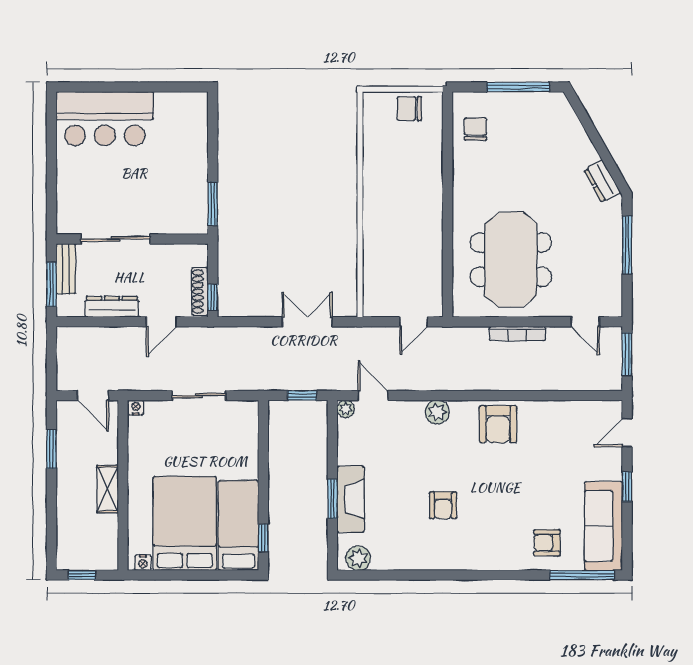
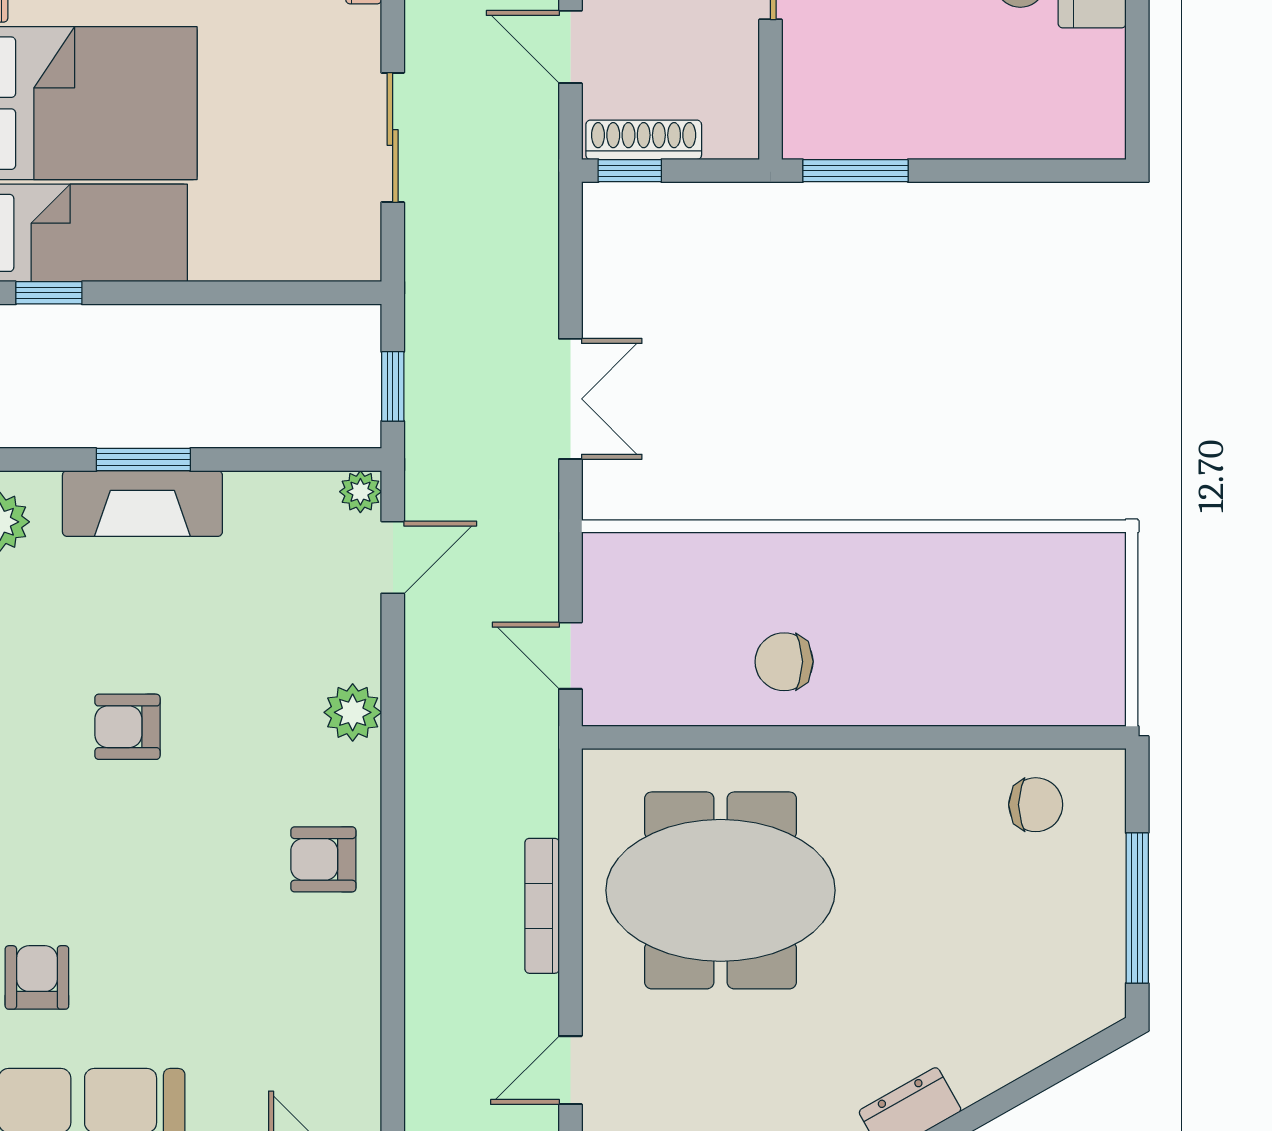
chair: (409, 109) -> (784, 662), moved, turned -90
armchair: (498, 424) -> (323, 859), width x0.72, depth x0.72

